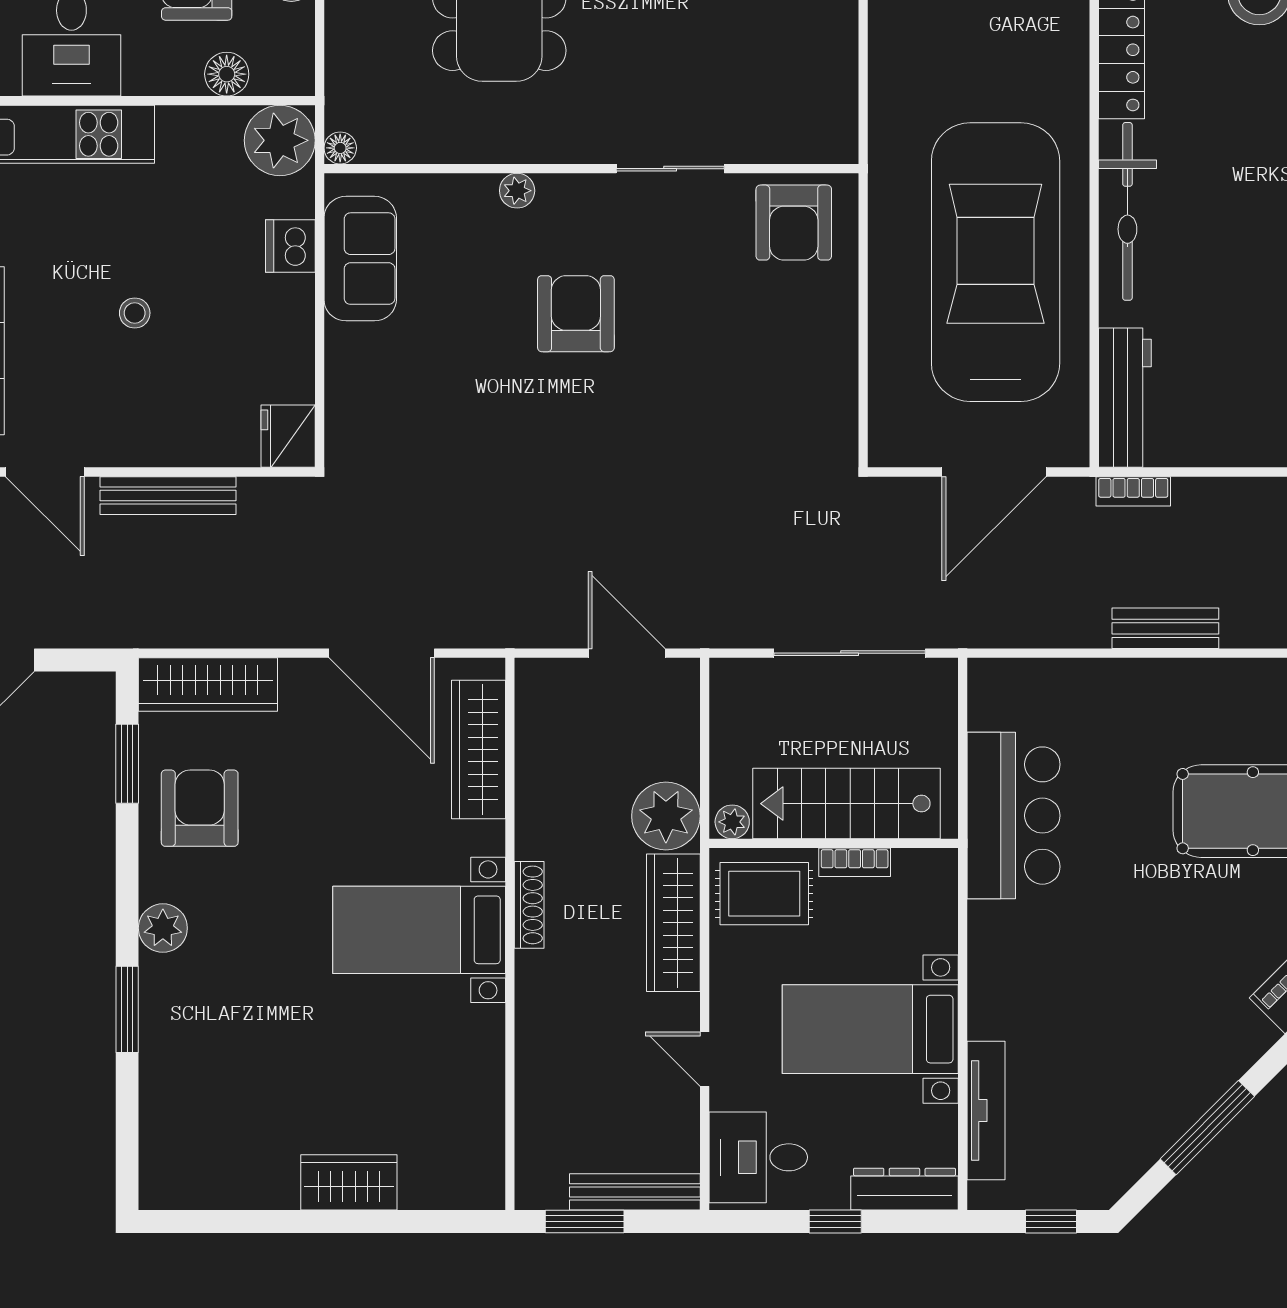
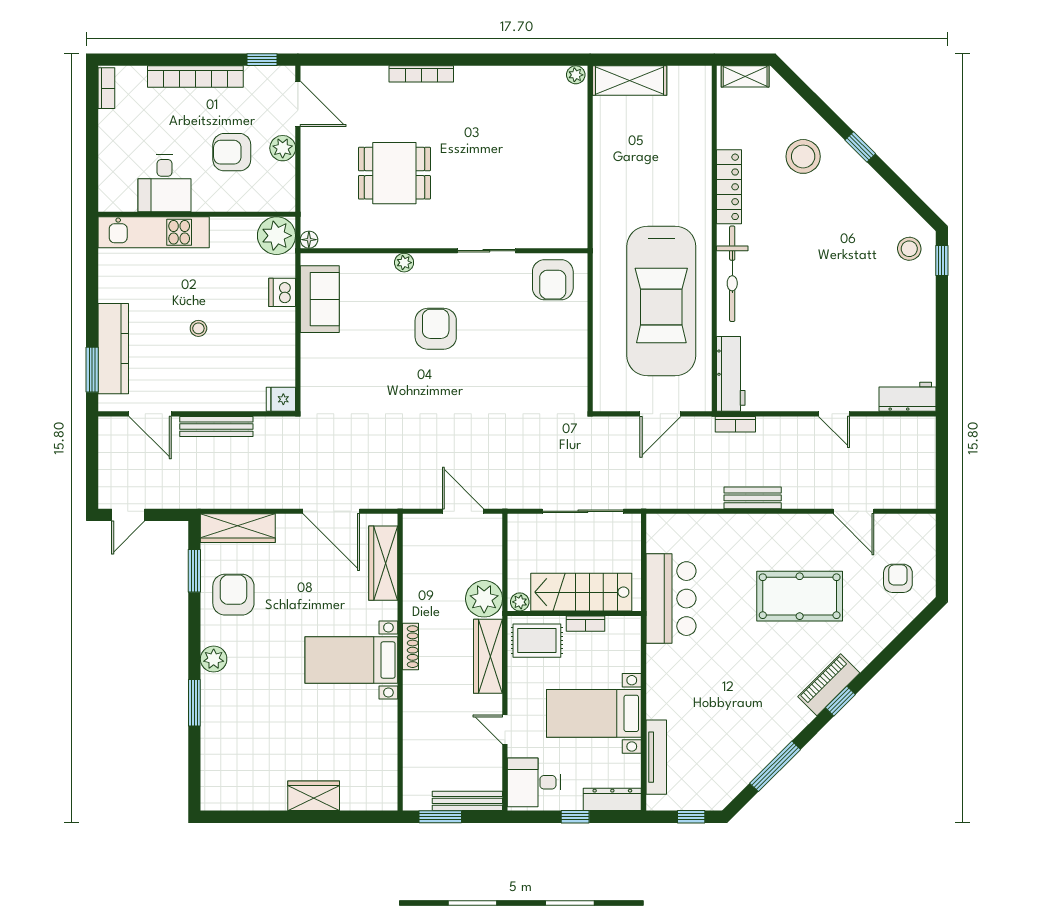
floor lamp: (227, 74) -> (248, 200), removed
car: (996, 262) -> (661, 301), turned 180
fridge: (288, 436) -> (281, 399), width x0.72
door: (994, 472) -> (660, 414), width x0.73

